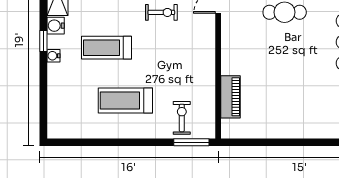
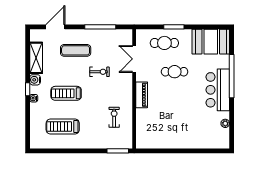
piano: (231, 97) -> (142, 95), moved
treadmill: (125, 101) -> (63, 127), moved
exercise bike: (182, 118) -> (114, 117), moved

